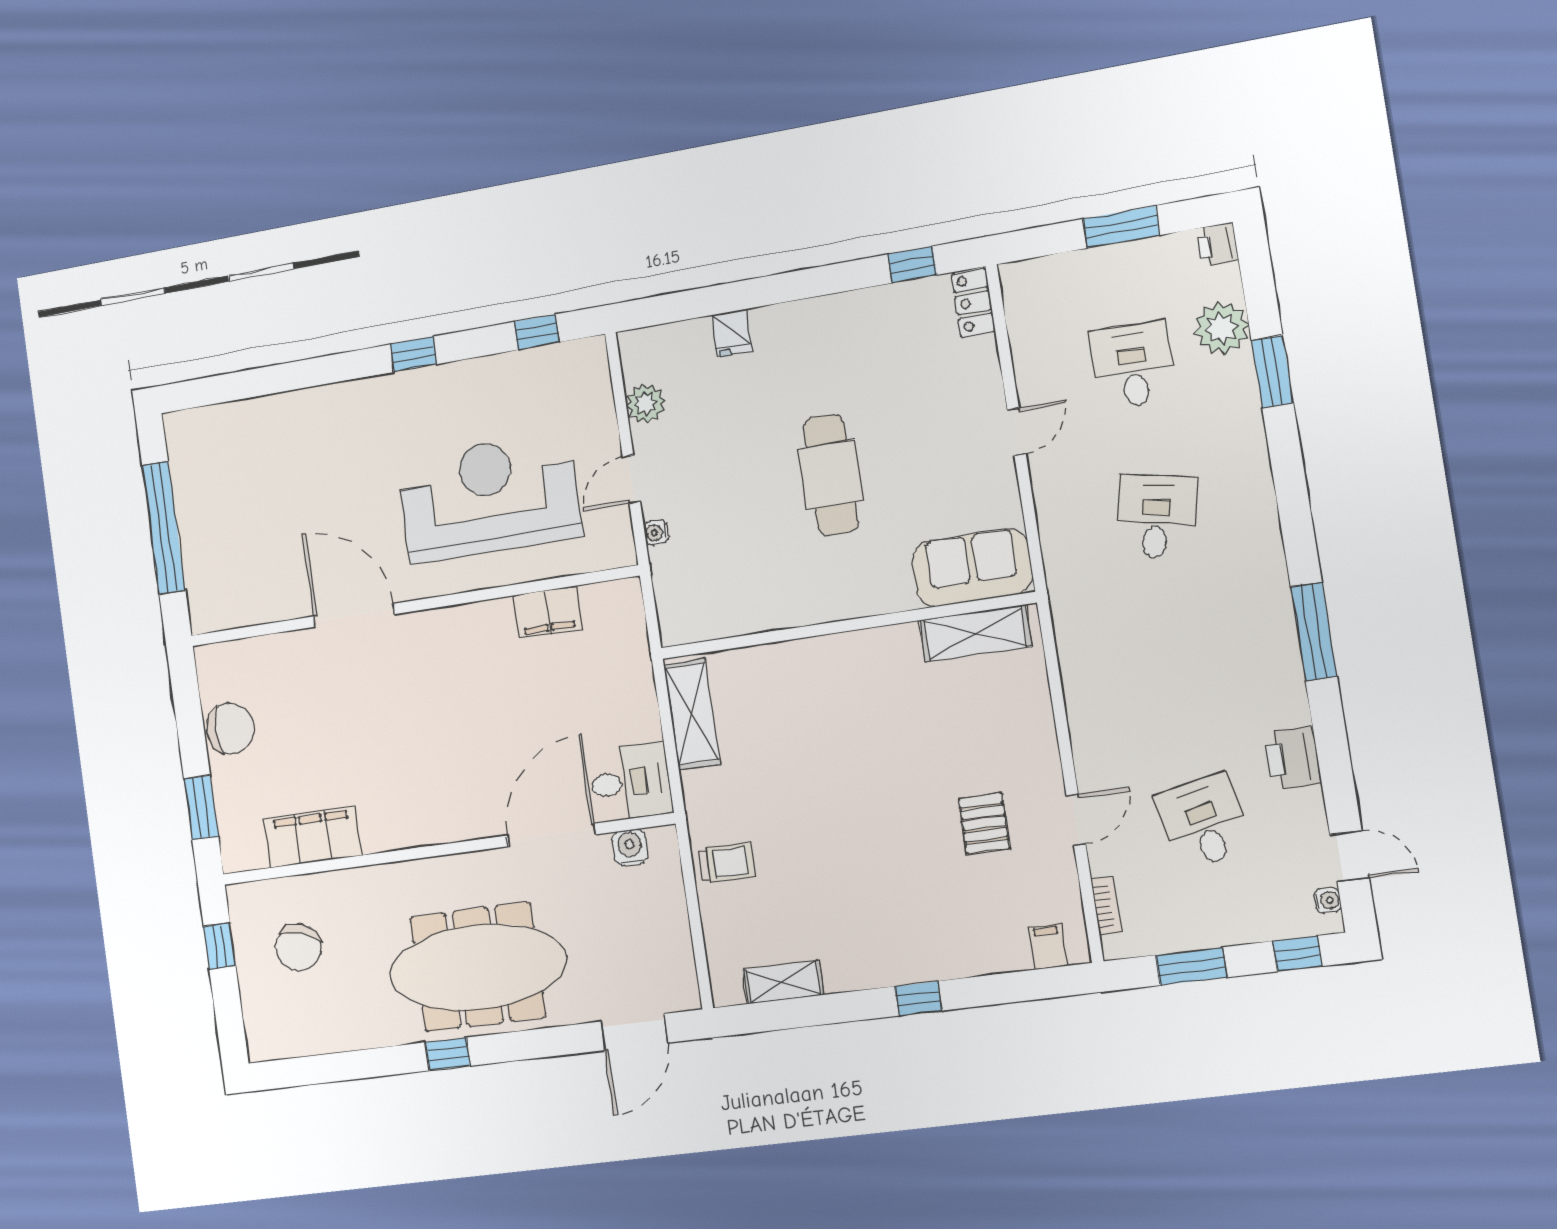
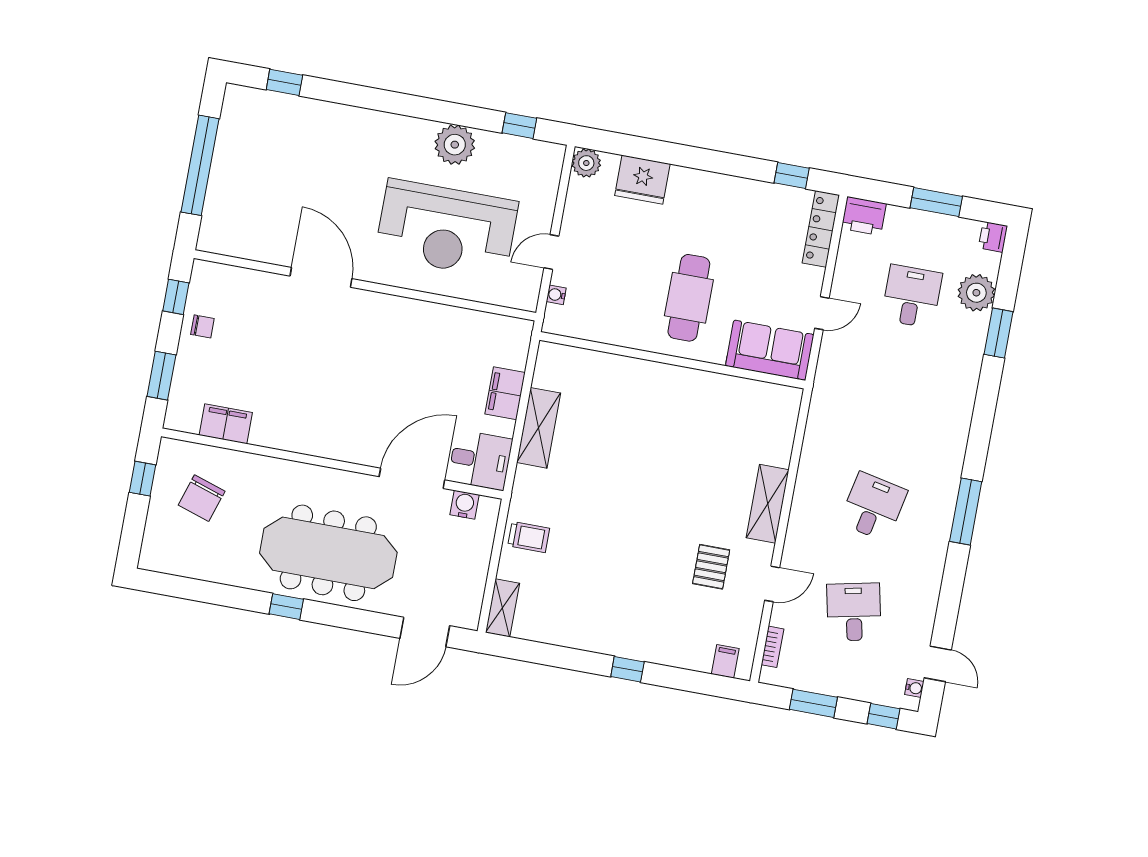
locker: (973, 303) -> (821, 229), width x1.53
fridge: (732, 333) -> (642, 180), width x1.88, depth x1.34
window: (413, 354) -> (284, 82), moved
plant: (464, 387) -> (455, 145), added
plant: (646, 403) -> (586, 163), moved
reception desk: (489, 497) -> (446, 229), turned 180
desk: (1156, 516) -> (873, 507), moved
sofa: (972, 568) -> (770, 350), moved
filing cabinet: (548, 612) -> (505, 393), moved, turned 90
wall: (846, 626) -> (672, 360), moved
shelving: (975, 633) -> (768, 504), moved, turned 90
window: (187, 702) -> (176, 297), added
chair: (231, 728) -> (202, 326), width x0.54, depth x0.54
printer: (1293, 758) -> (864, 216), moved, turned -90
filing cabinet: (313, 837) -> (226, 424), width x0.67, depth x0.86
shelving: (783, 982) -> (503, 608), moved, turned 90

